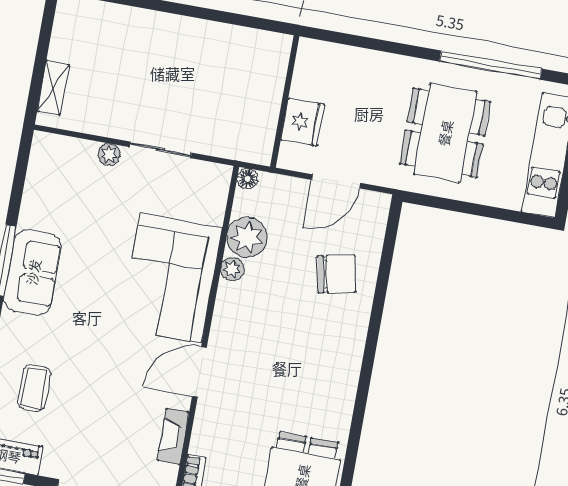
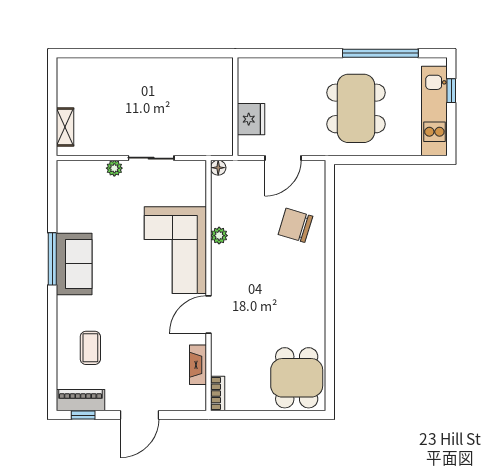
plant: (247, 237) -> (226, 210), removed
chair: (336, 274) -> (295, 225), turned -152

